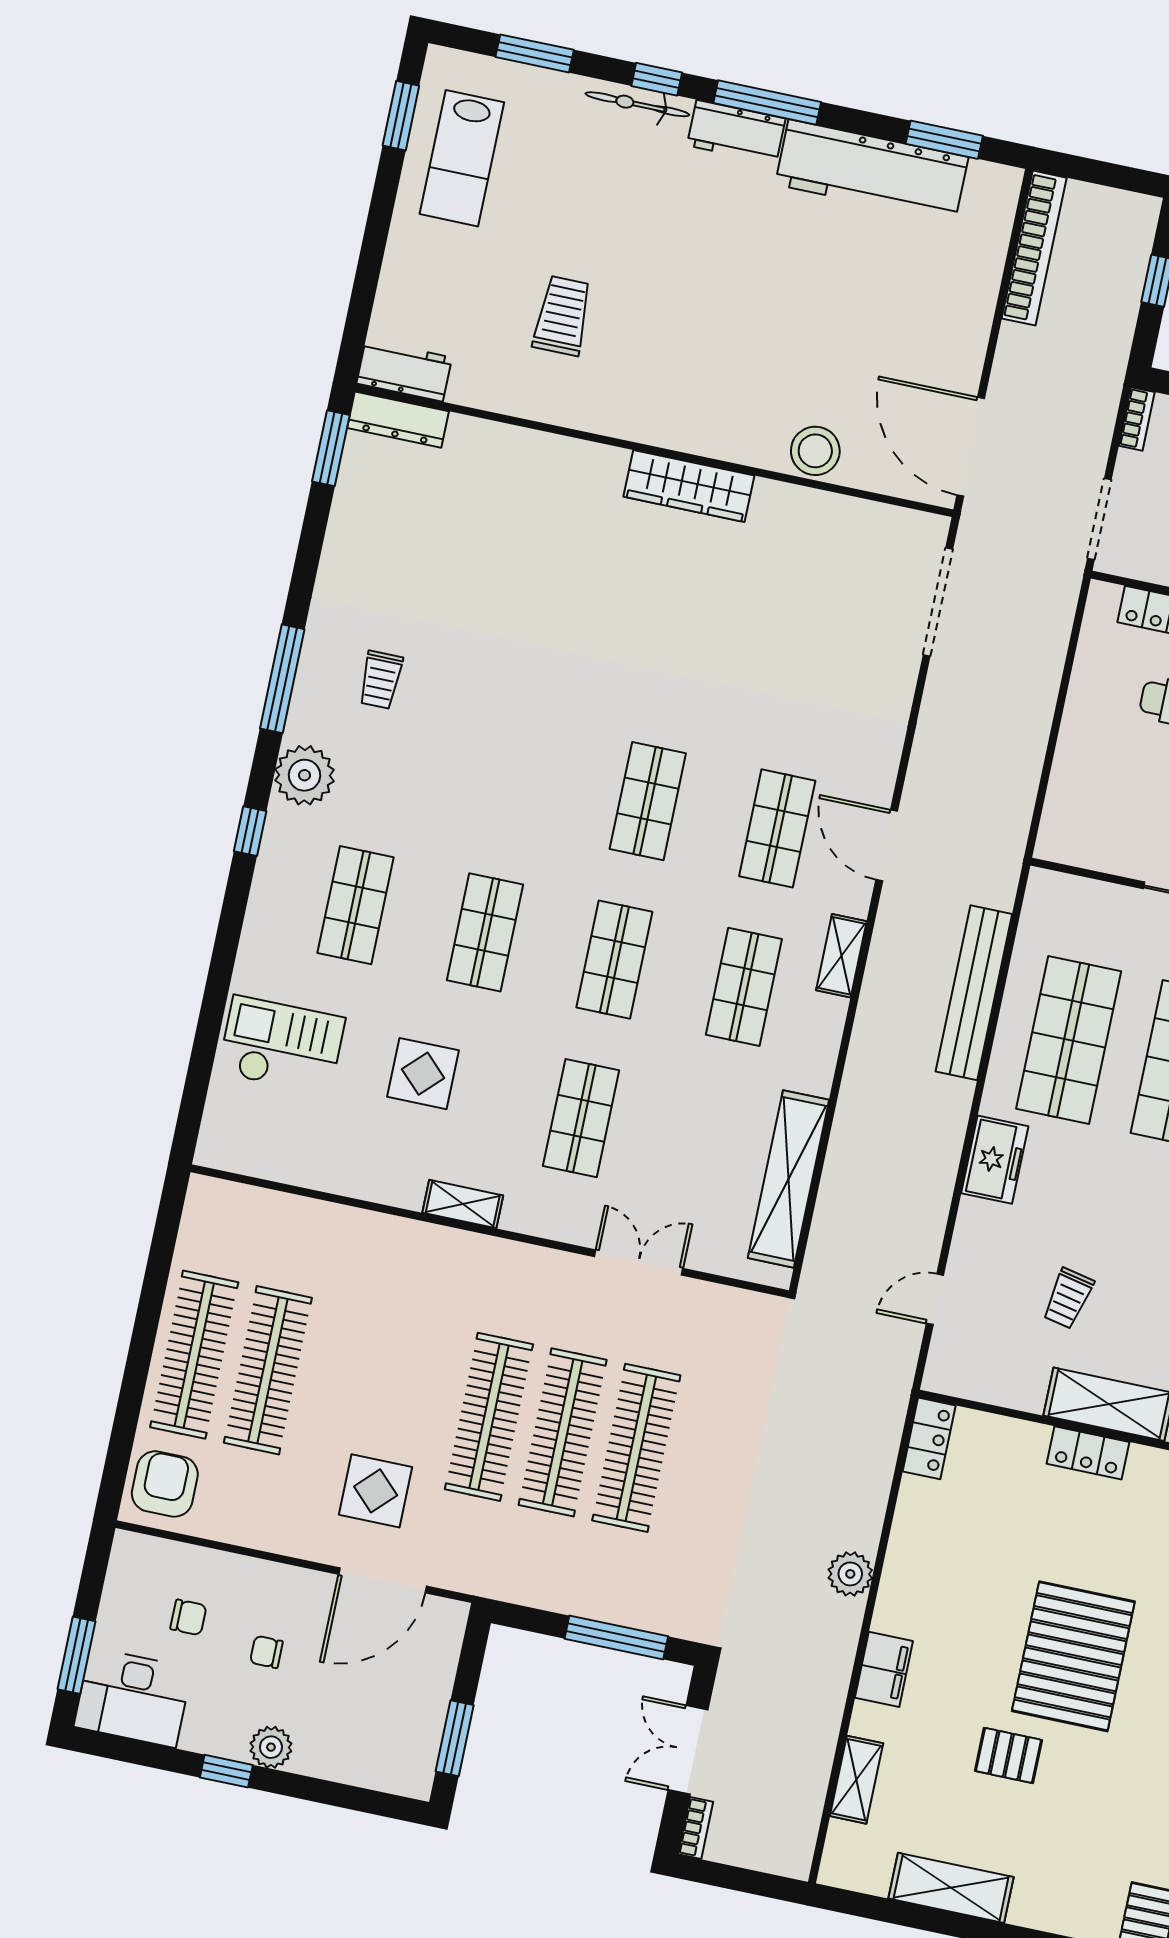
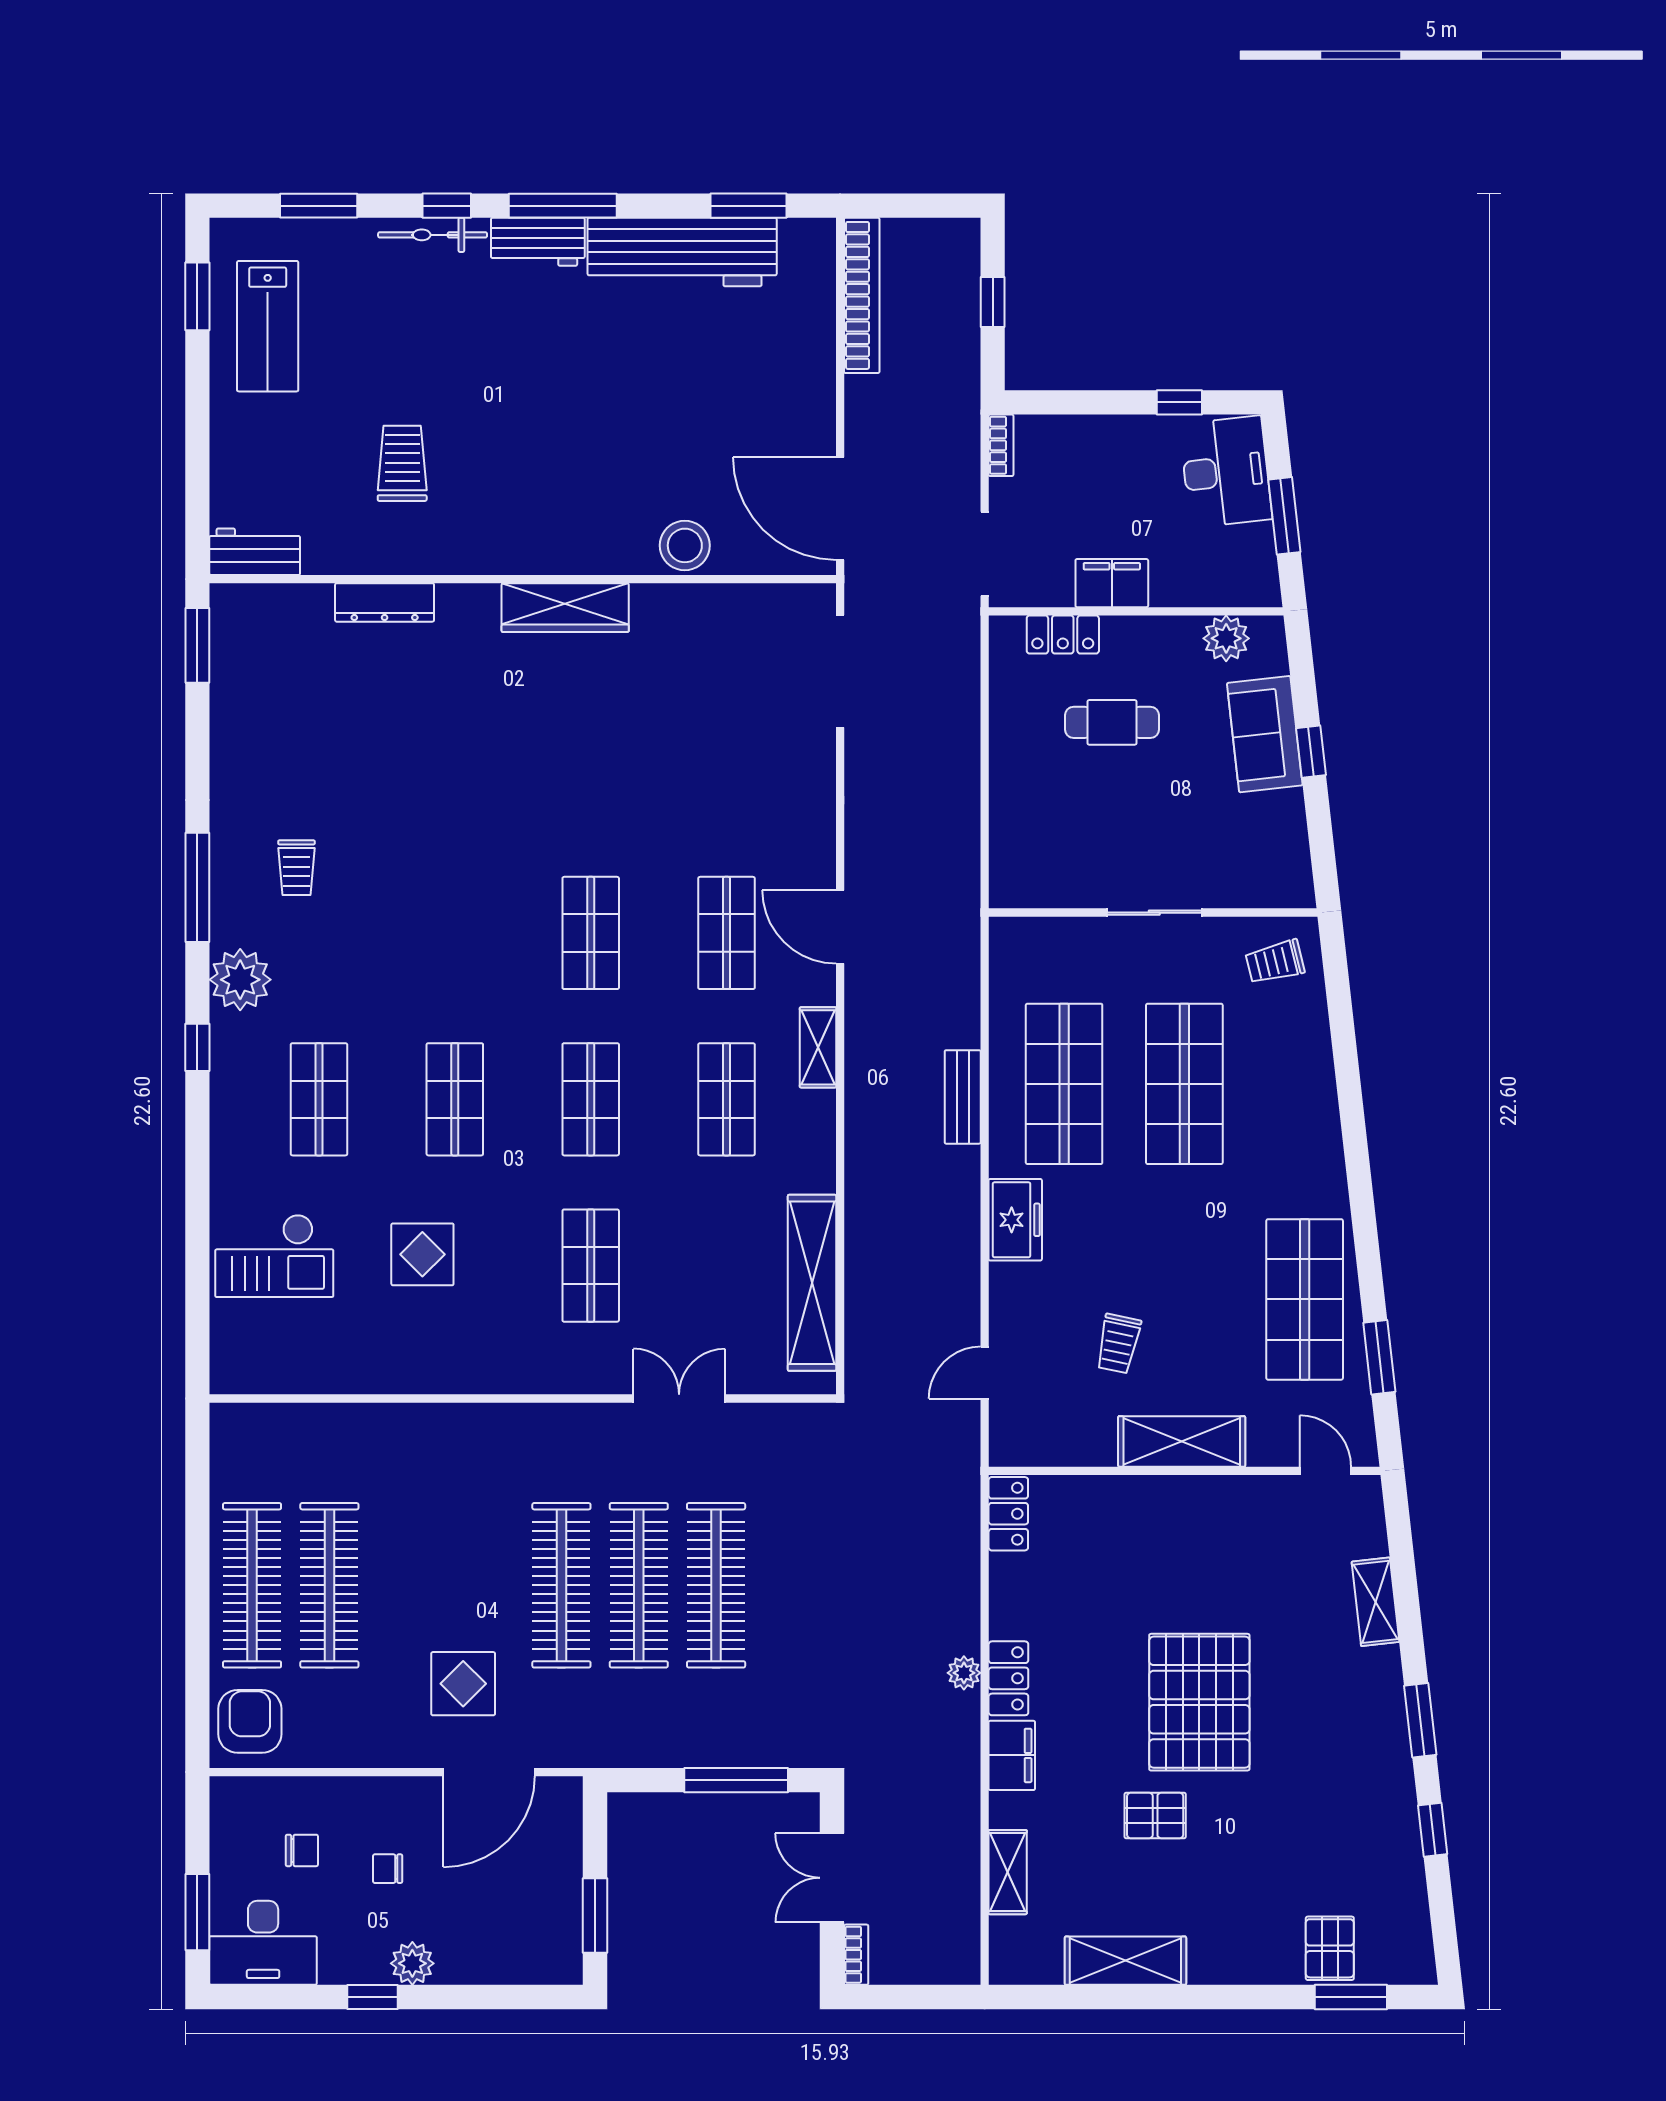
dresser: (398, 420) -> (385, 602), moved
bench: (974, 993) -> (963, 1097), width x0.54, depth x0.82
checkout: (282, 1045) -> (274, 1256), turned 180
shelving: (463, 1204) -> (490, 1377), removed
locker: (1088, 1453) -> (1008, 1678), moved, turned -90
plant: (850, 1574) -> (964, 1673), width x0.73, depth x0.73

